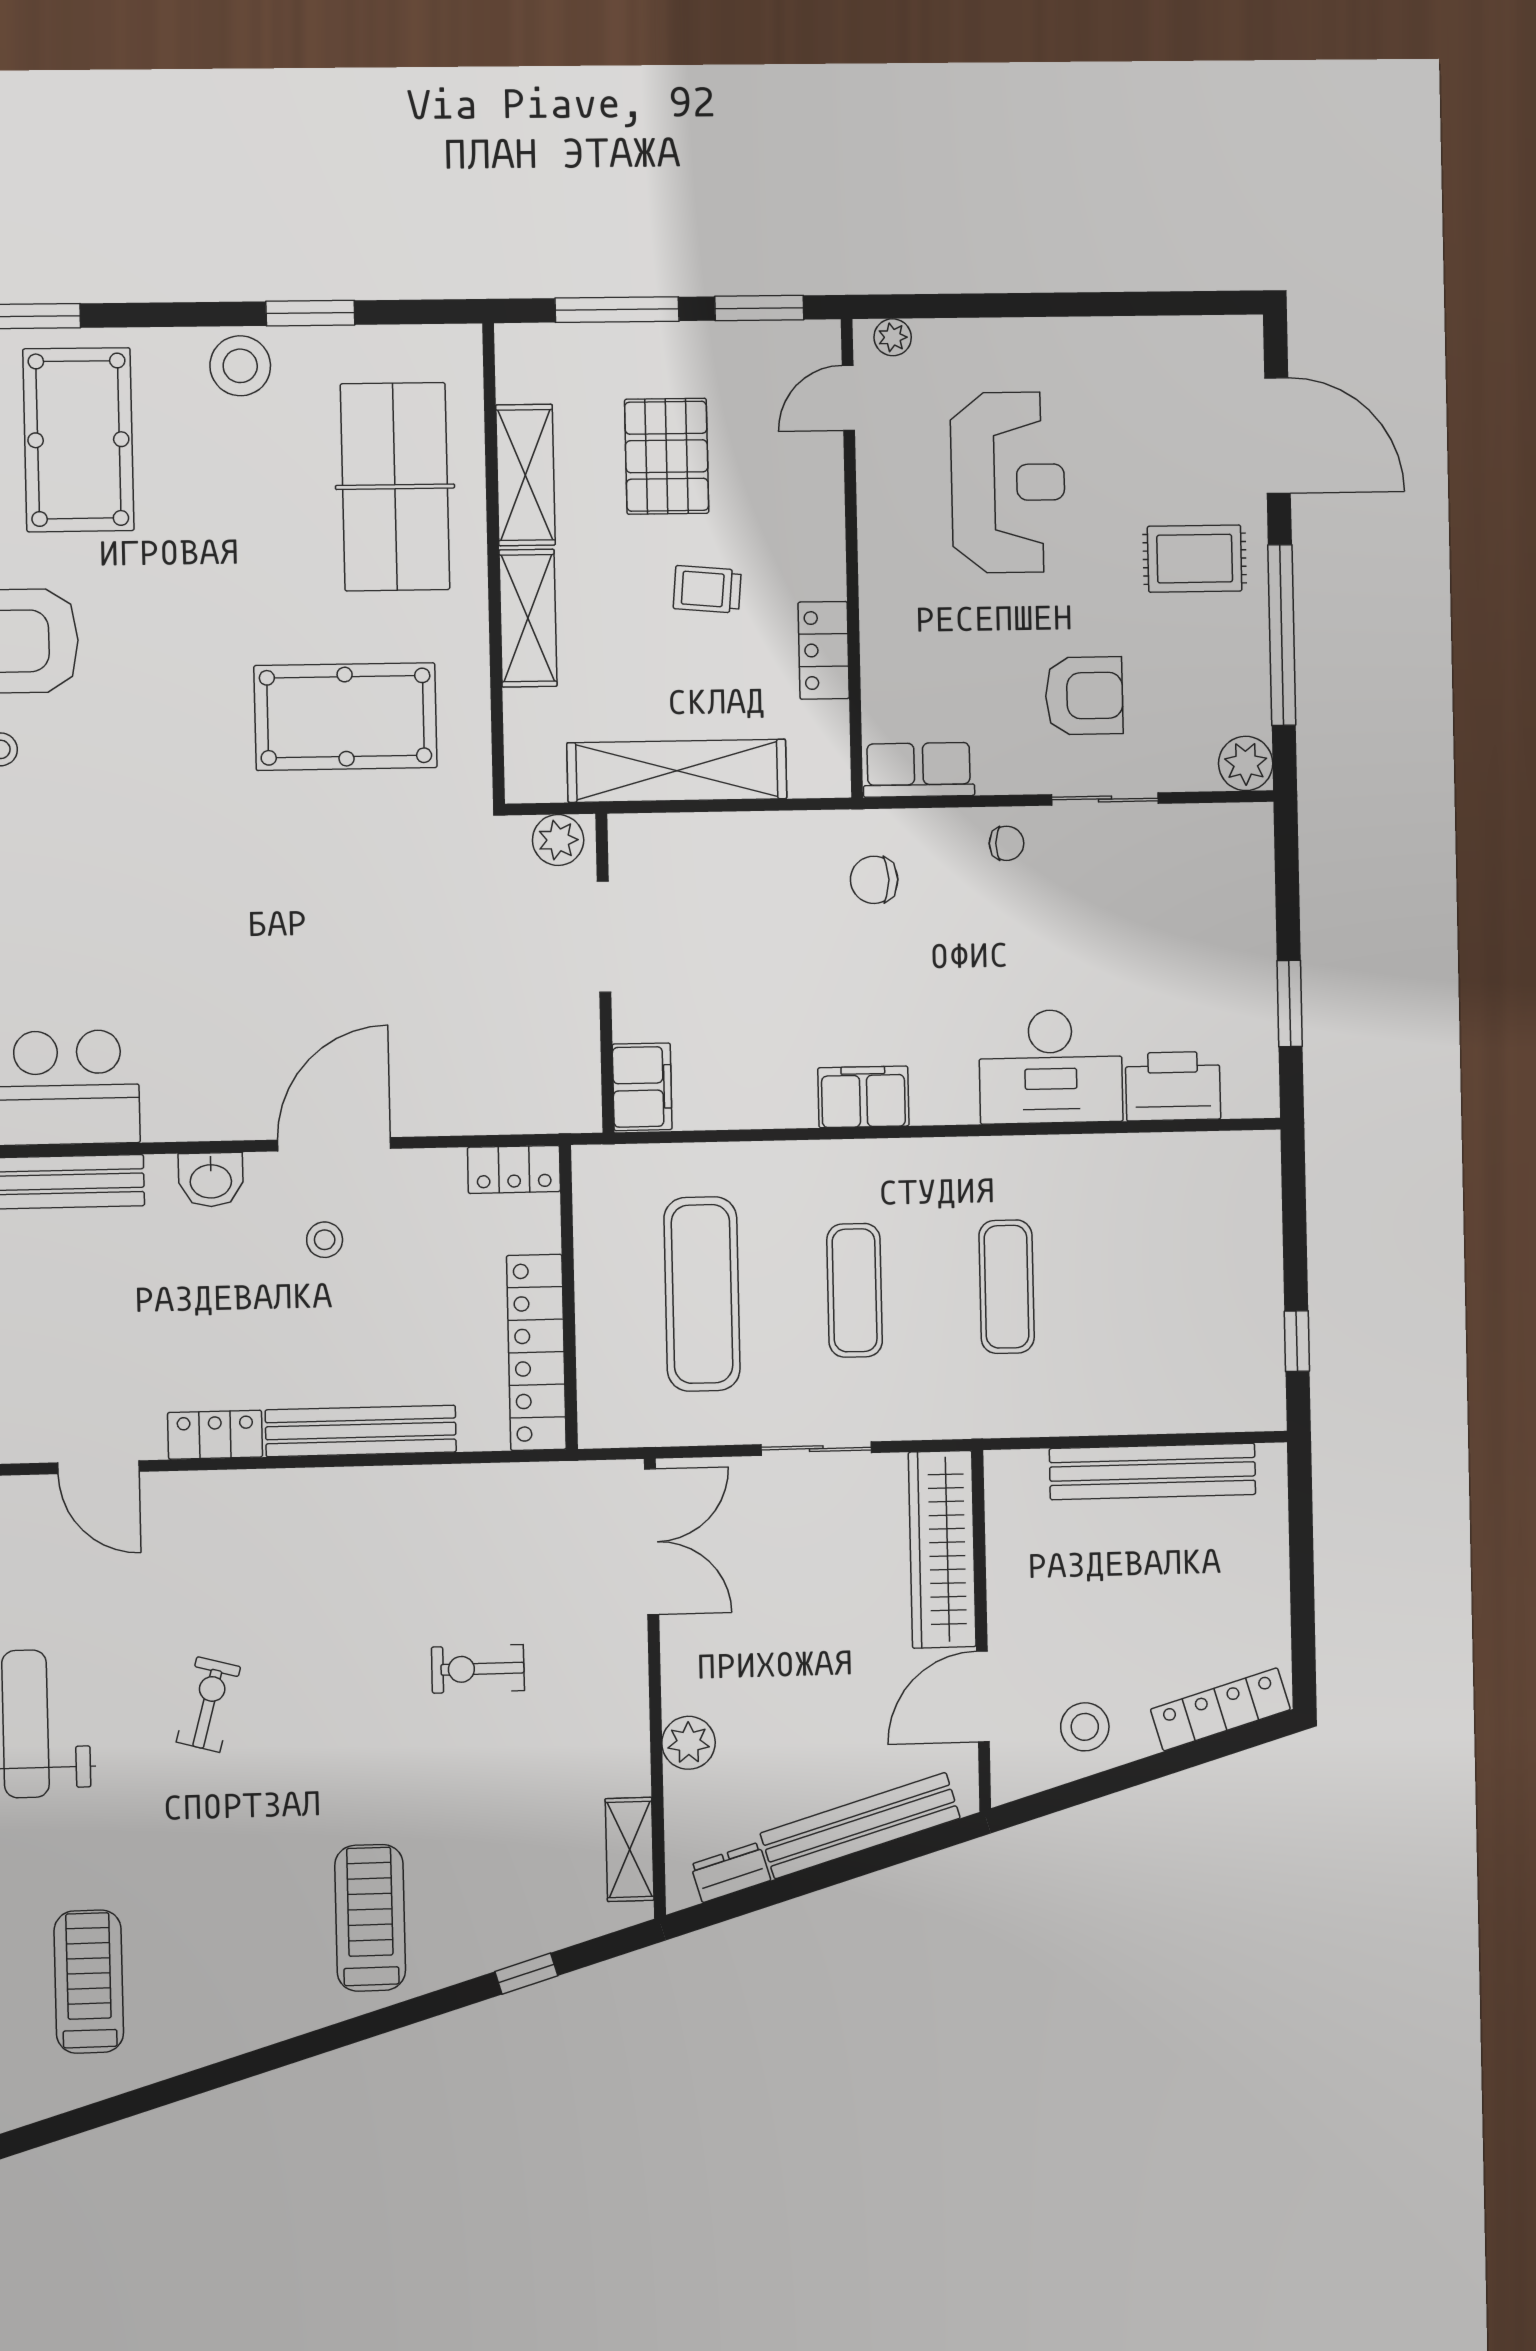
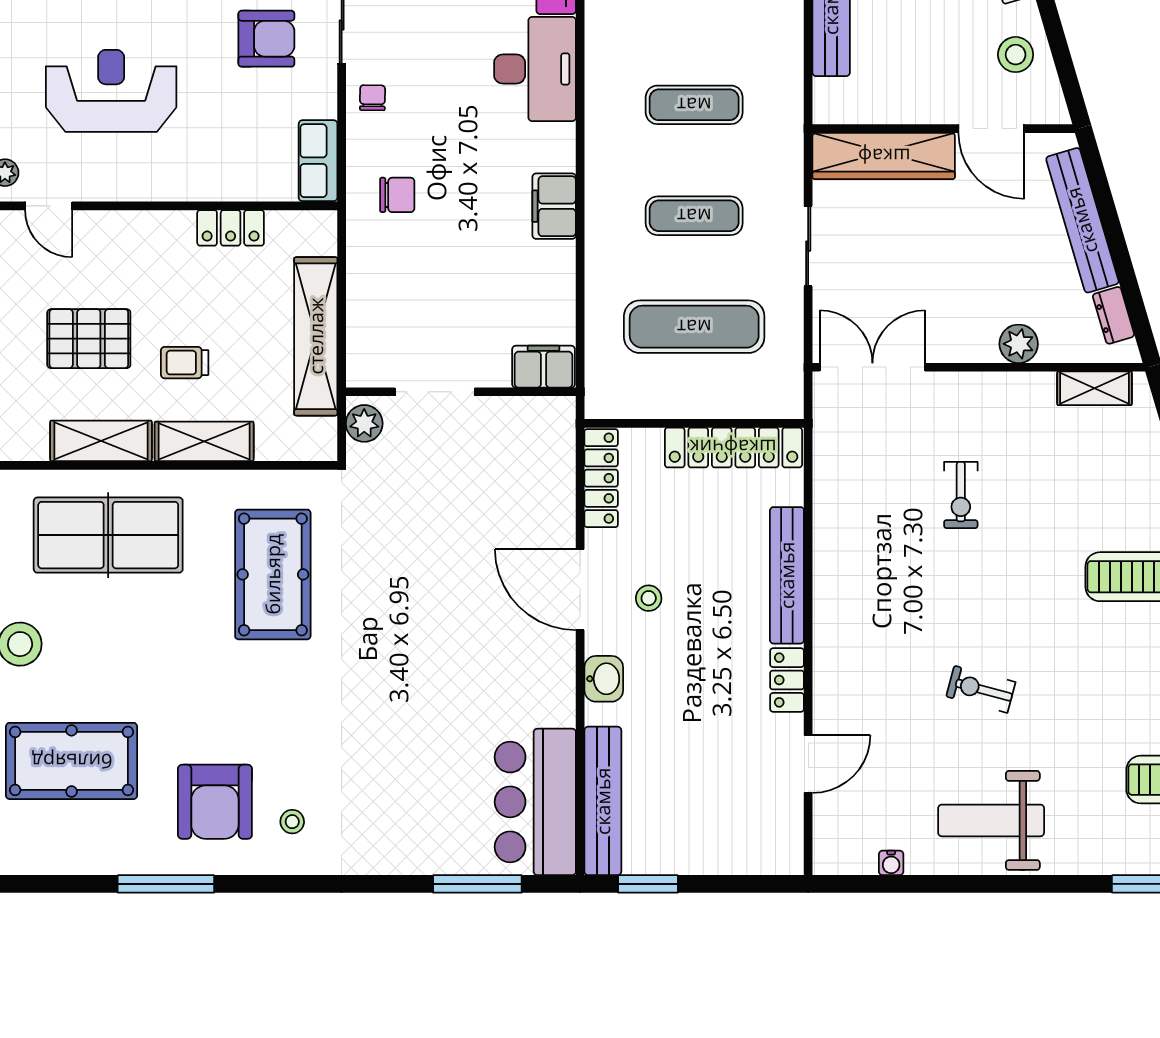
trolley: (707, 589) -> (185, 363), moved, turned 85
armchair: (1084, 696) -> (266, 39), turned 90
chair: (874, 880) -> (397, 195), turned -90
locker: (514, 1169) -> (601, 478), width x1.53

